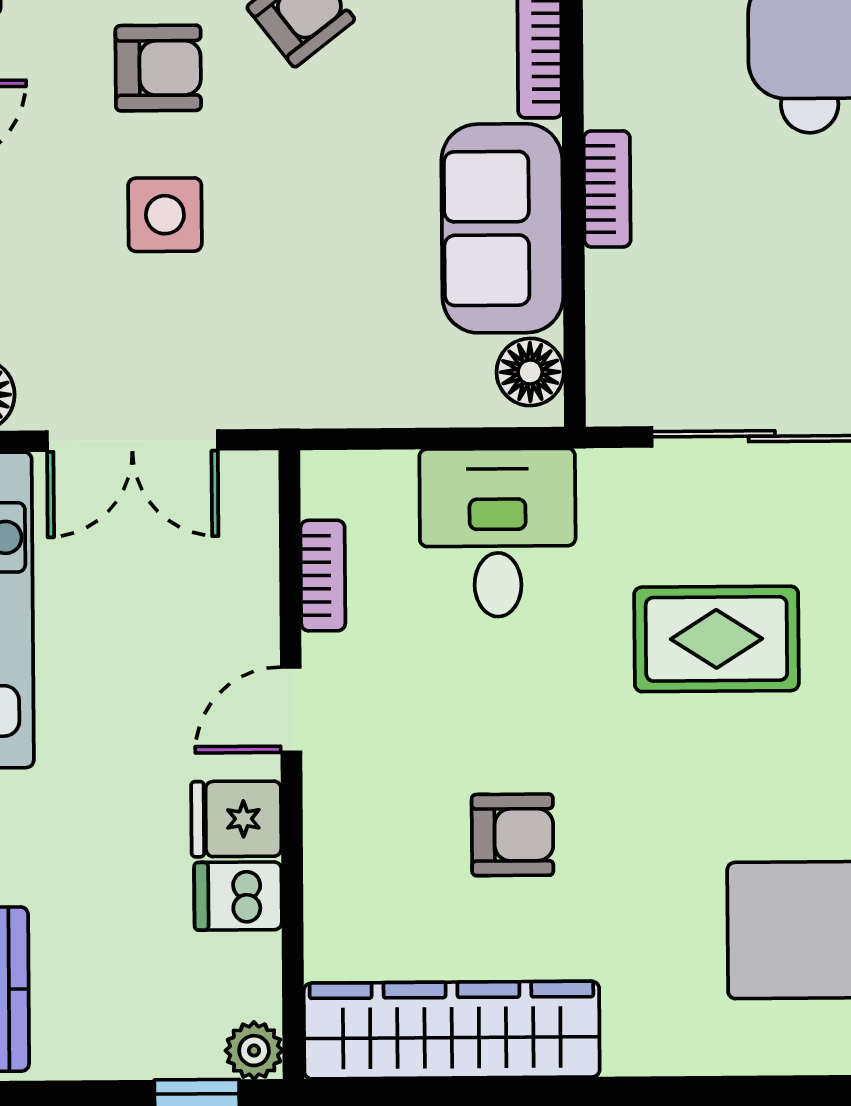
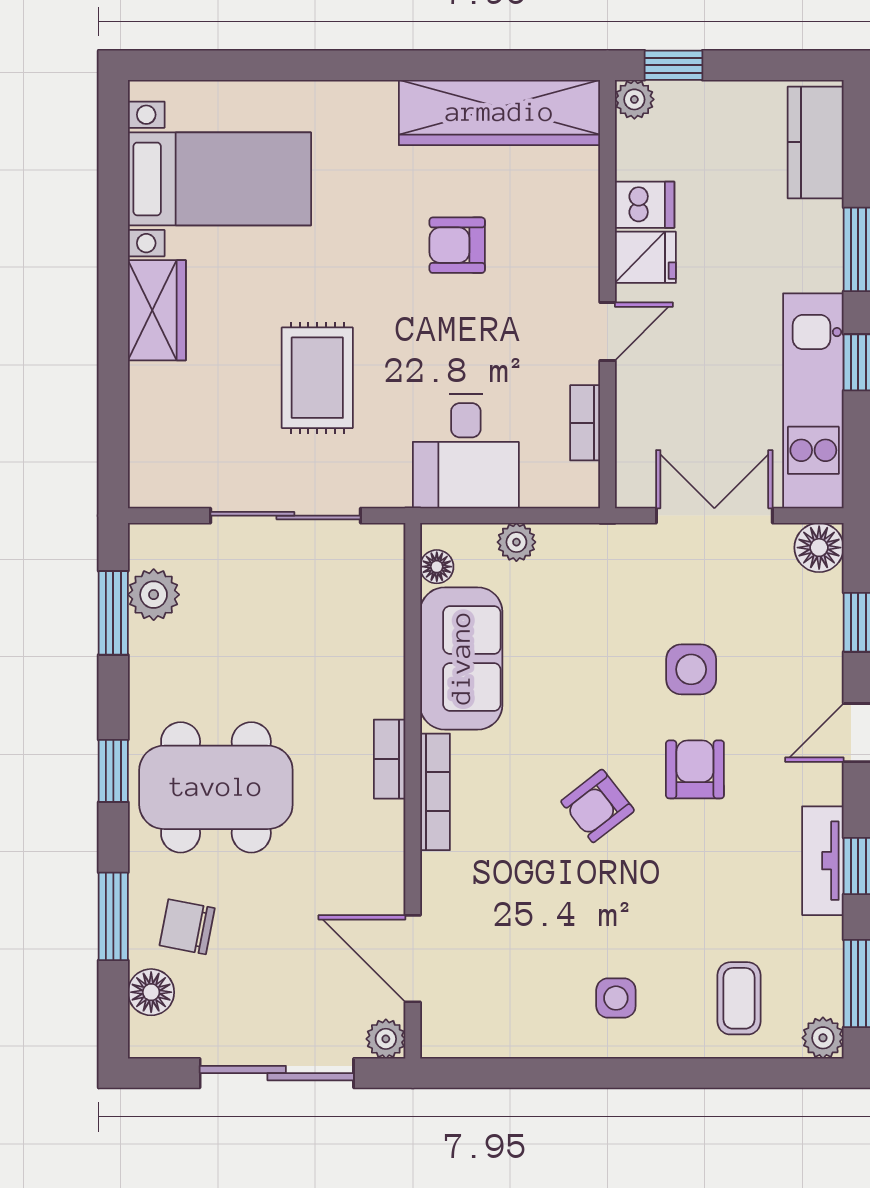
armchair: (158, 68) -> (695, 769), turned 90
bookcase: (607, 189) -> (390, 759), moved
floor lamp: (530, 372) -> (437, 567), width x0.73, depth x0.73
plant: (423, 400) -> (516, 542), added
rug: (716, 639) -> (317, 378), turned 90

